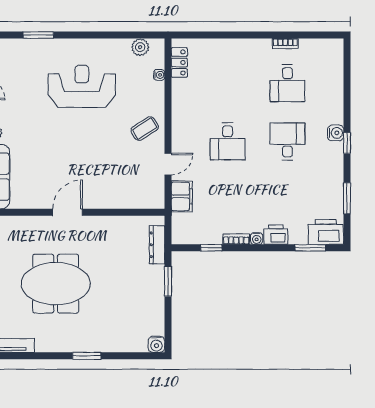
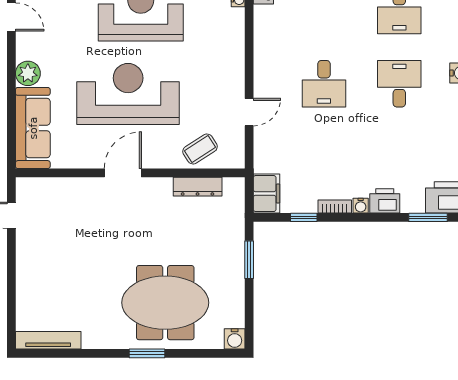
coffee table: (145, 129) -> (200, 149), moved
reception desk: (72, 150) -> (128, 94), added
filing cabinet: (182, 196) -> (266, 194), moved
dresser: (157, 245) -> (198, 187), moved, turned -90
meeting table: (56, 284) -> (165, 303), moved

